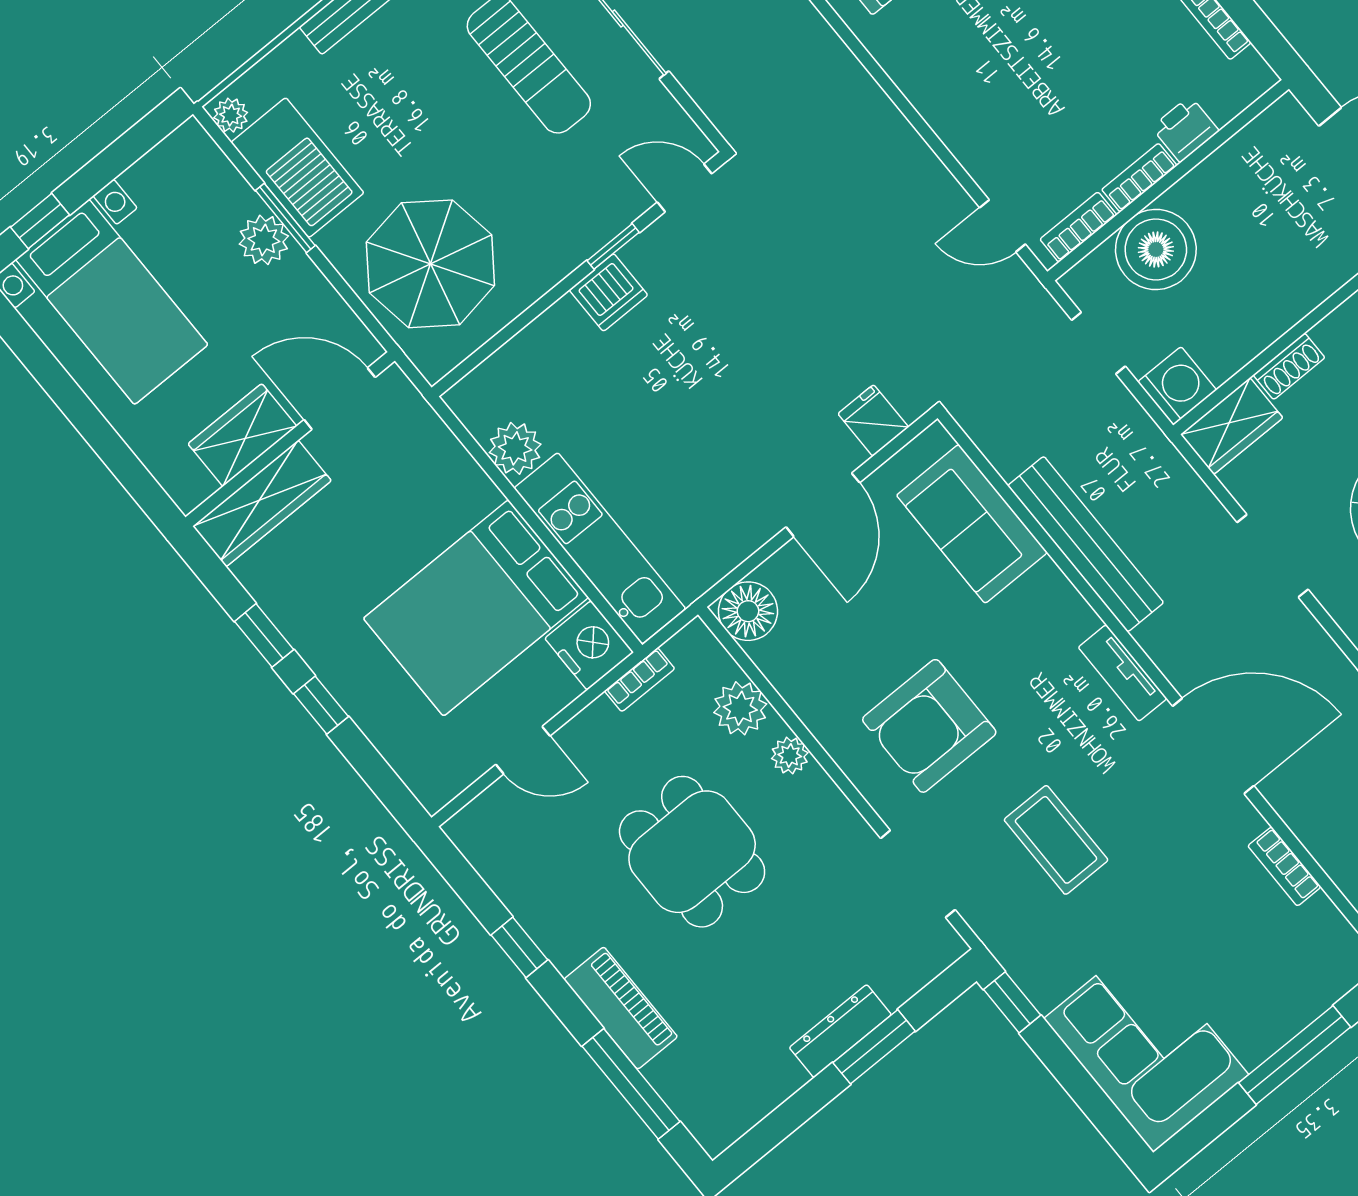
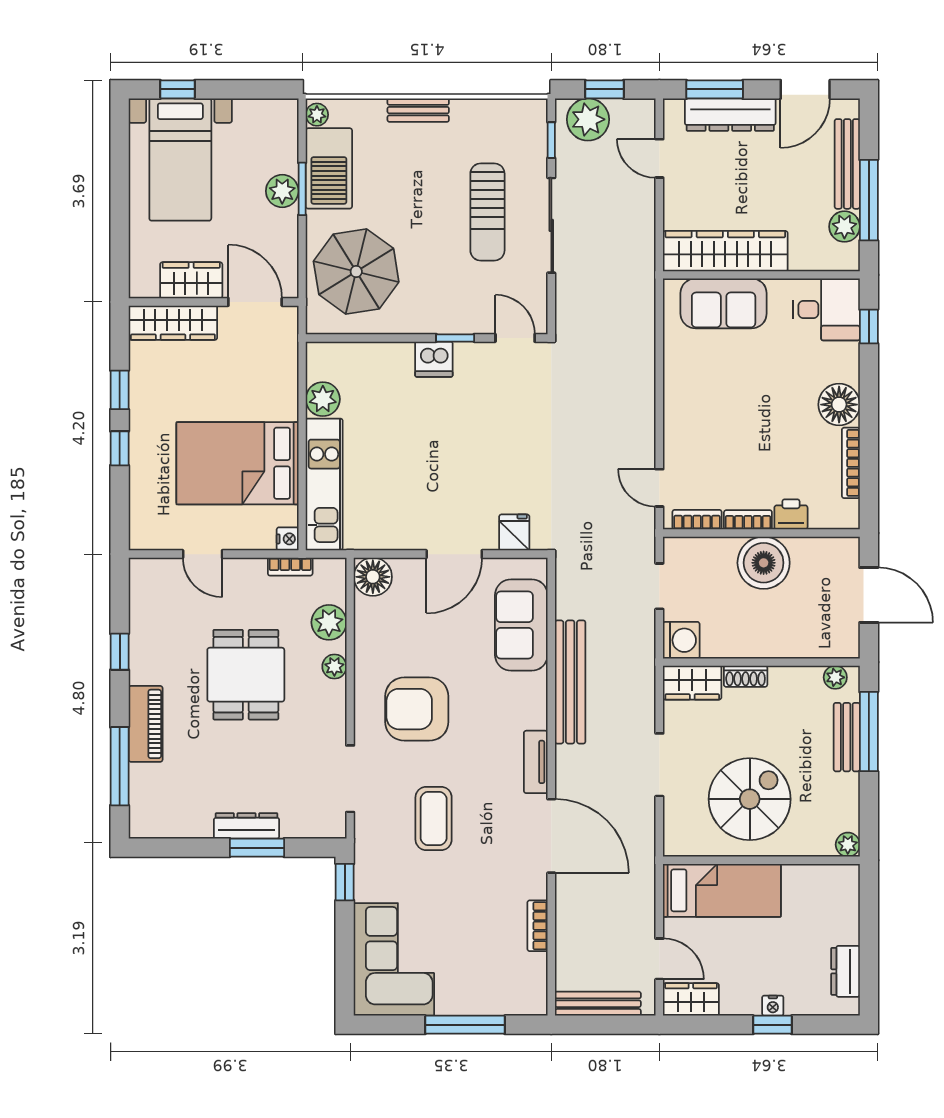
boiler: (1156, 249) -> (764, 563), moved
nightstand: (589, 645) -> (288, 539), width x0.53, depth x0.56

